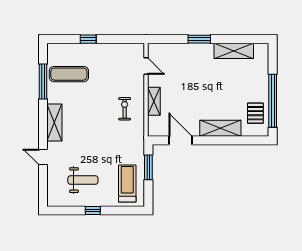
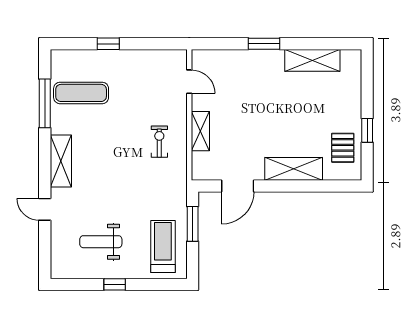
window: (273, 101) -> (367, 130), width x0.32
door: (180, 140) -> (238, 186), swing flipped
weight bench: (83, 180) -> (101, 242), turned 180

